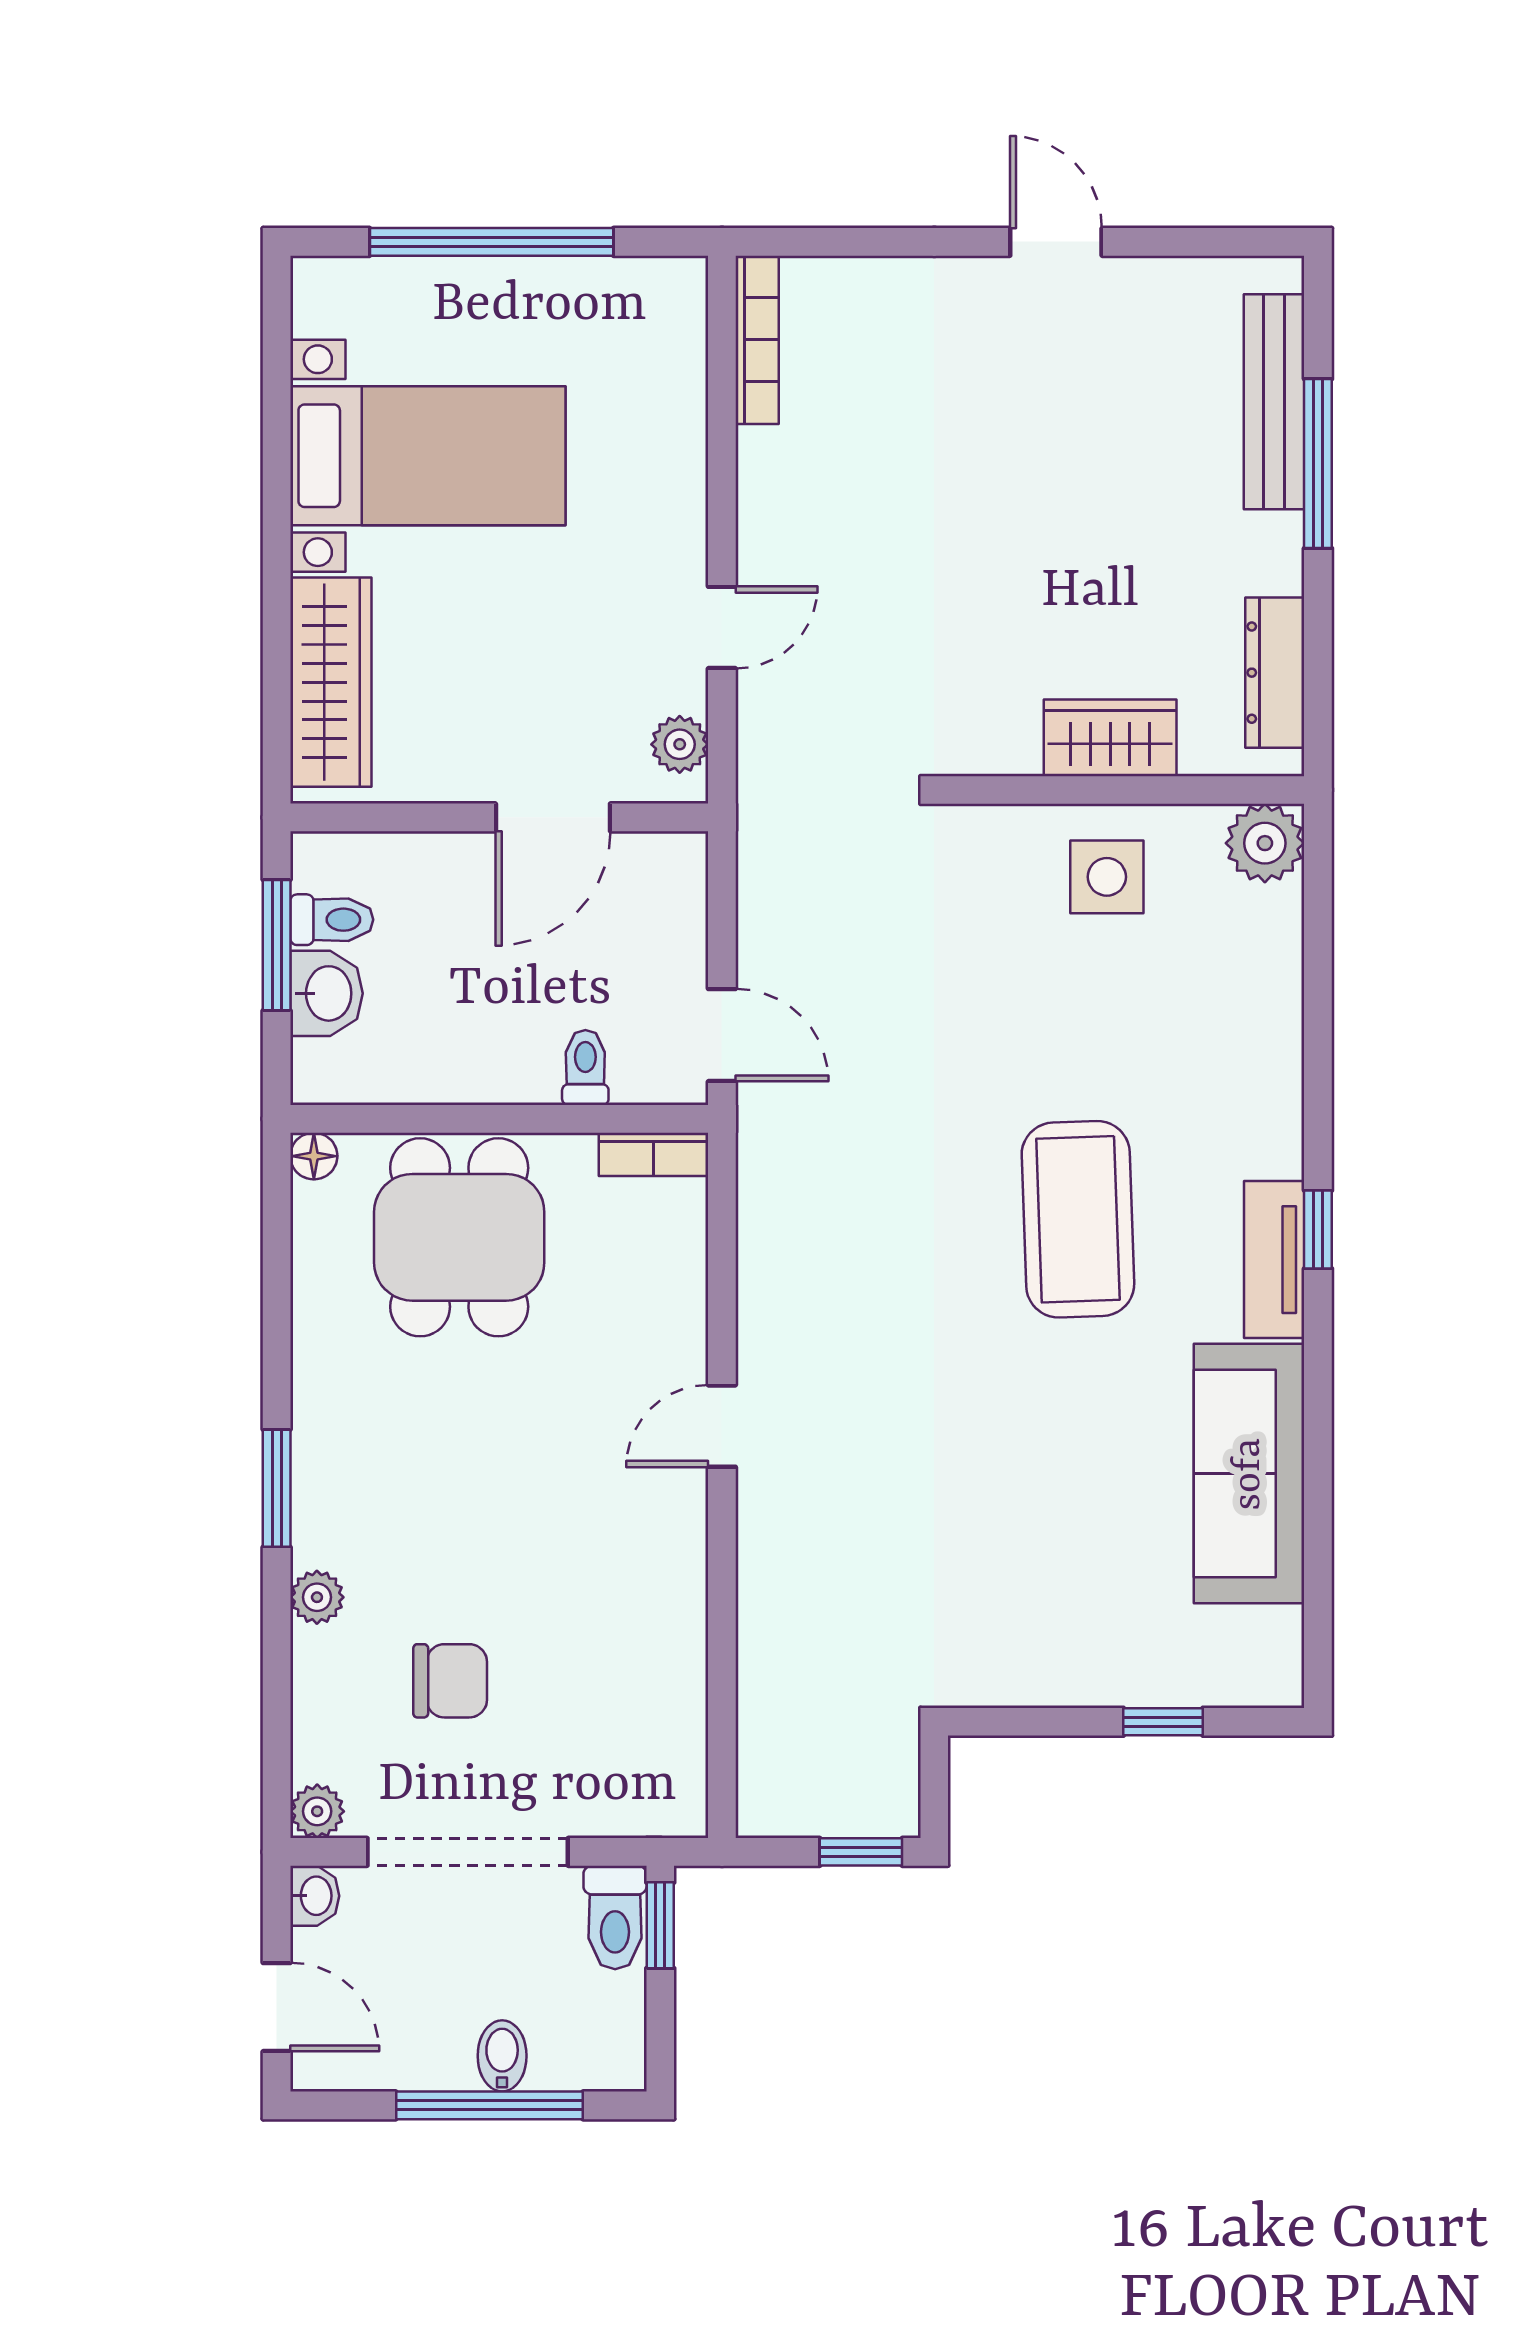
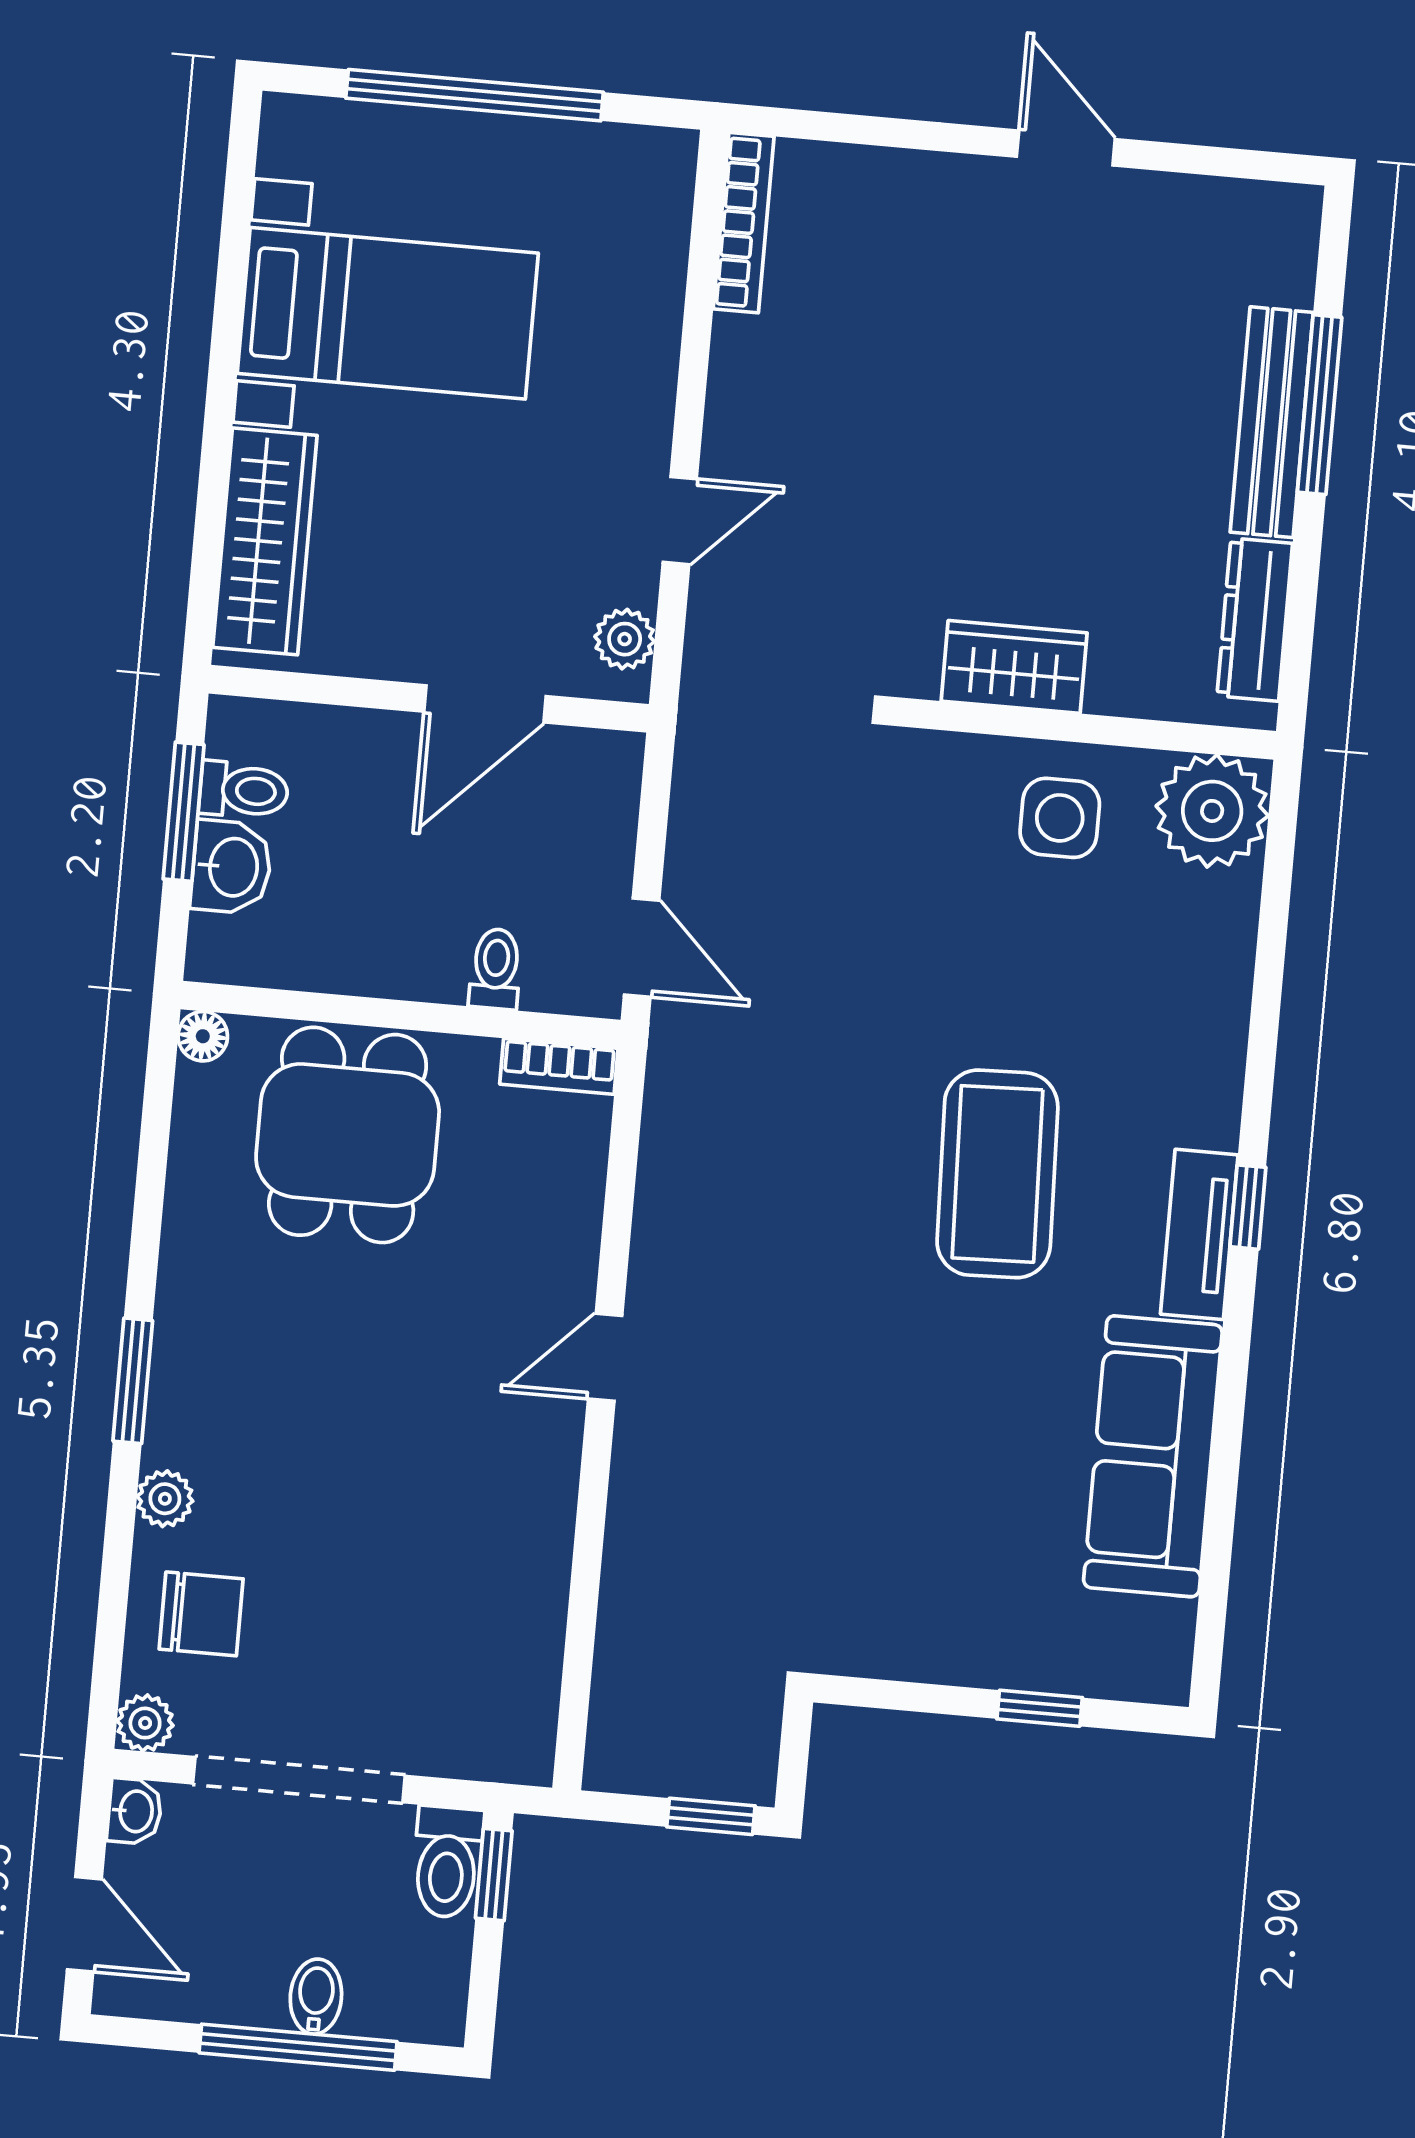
bench: (1274, 402) -> (1272, 422), moved
wardrobe: (1110, 738) -> (1014, 667), moved
plant: (1265, 843) -> (1212, 811), width x1.36, depth x1.36
chair: (450, 1681) -> (201, 1614), moved

